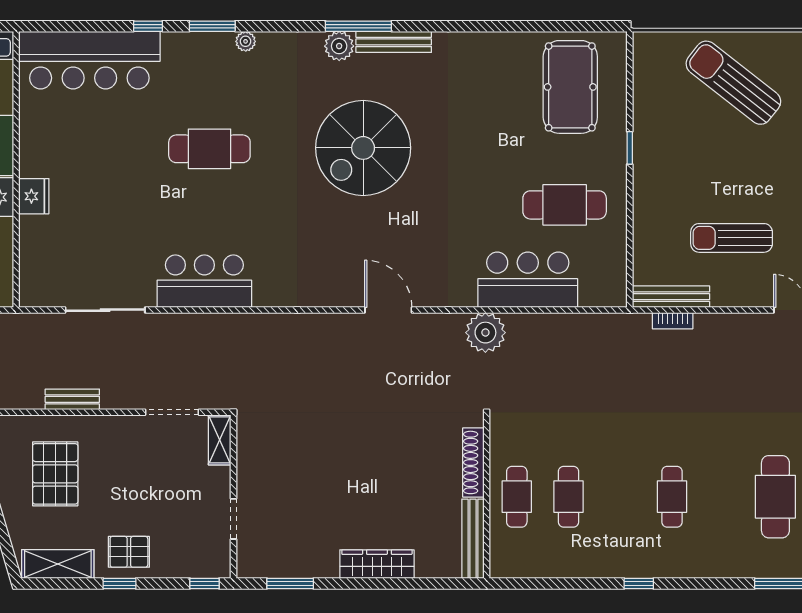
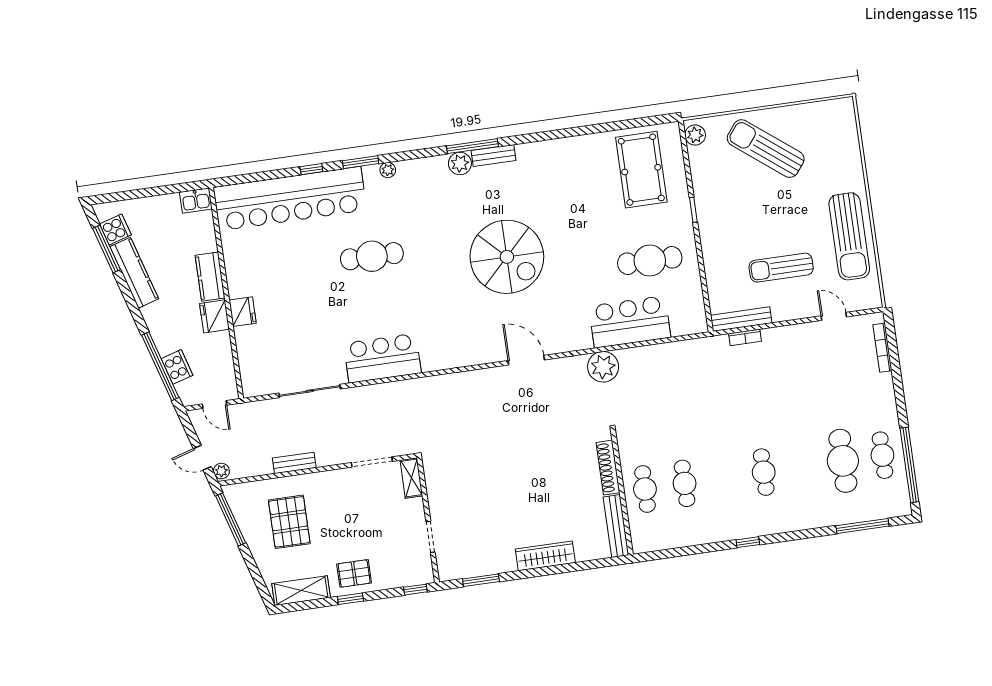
bench: (394, 42) -> (493, 155), width x0.73
plant: (646, 52) -> (695, 135), added
bar counter: (89, 60) -> (290, 199), width x1.36
spiral stairs: (363, 148) -> (507, 257), moved, turned -90

